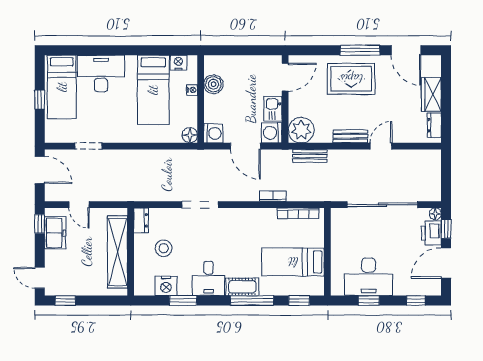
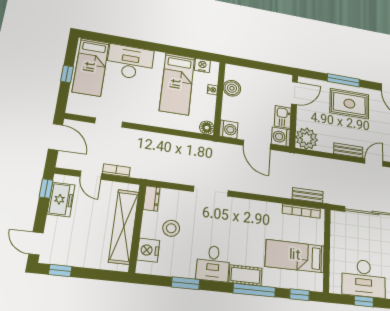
window: (360, 50) -> (343, 80), moved
bench: (310, 156) -> (308, 195), moved
bookcase: (273, 196) -> (116, 170), moved
nightstand: (166, 286) -> (148, 250), moved, turned 90

